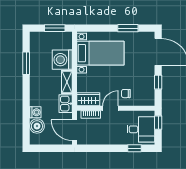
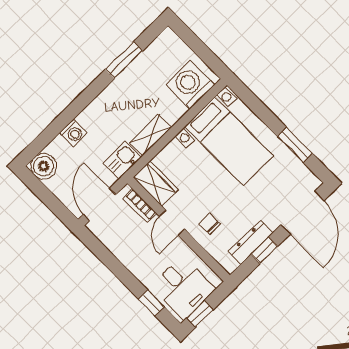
window: (55, 28) -> (204, 52), removed
washing machine: (62, 60) -> (190, 85), moved
dresser: (150, 84) -> (251, 242), added
door: (110, 108) -> (172, 223), swing flipped
window: (158, 123) -> (200, 314), moved
boiler: (37, 126) -> (44, 166), moved

